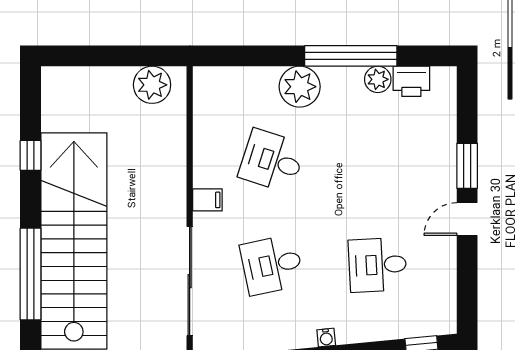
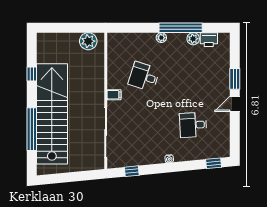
plant: (300, 87) -> (161, 38), width x0.53, depth x0.53
desk: (272, 265) -> (144, 125), removed

